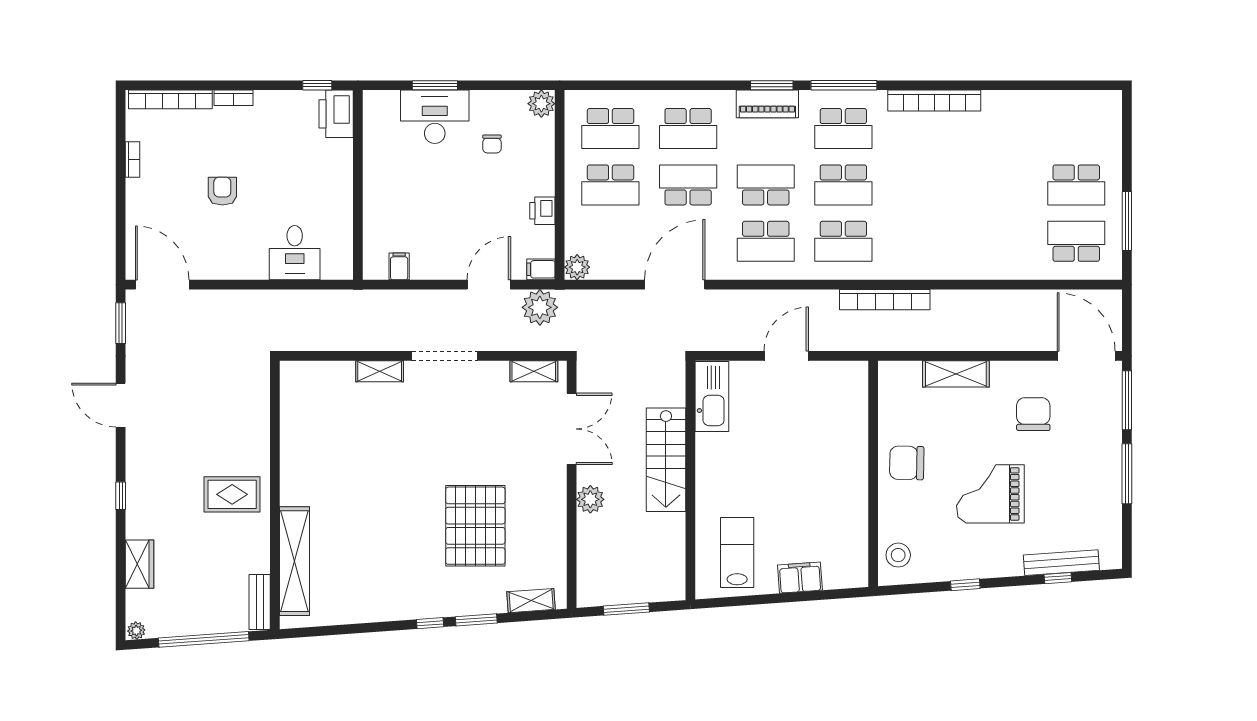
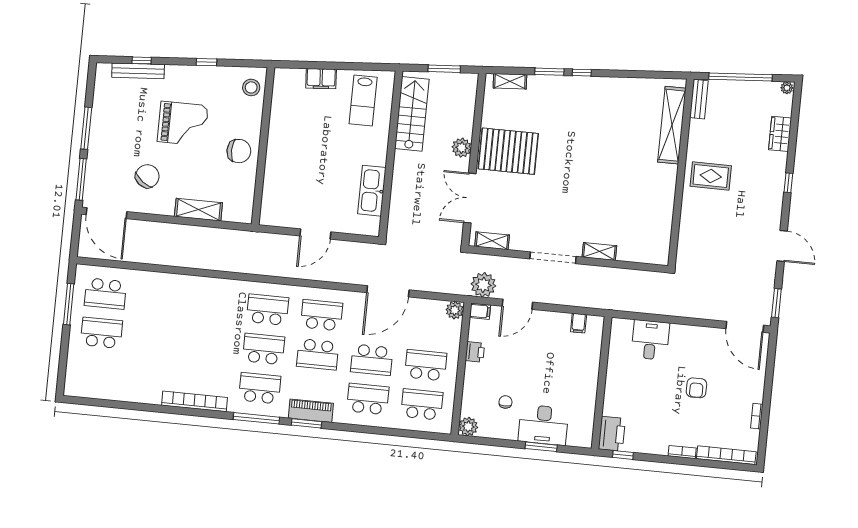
bookcase: (885, 300) -> (243, 266), removed
kitchen sink: (712, 396) -> (372, 191), moved
chair: (1033, 414) -> (147, 176), turned -143
stairs: (666, 460) -> (412, 114), moved
pallet: (475, 526) -> (508, 151), moved, turned 90

